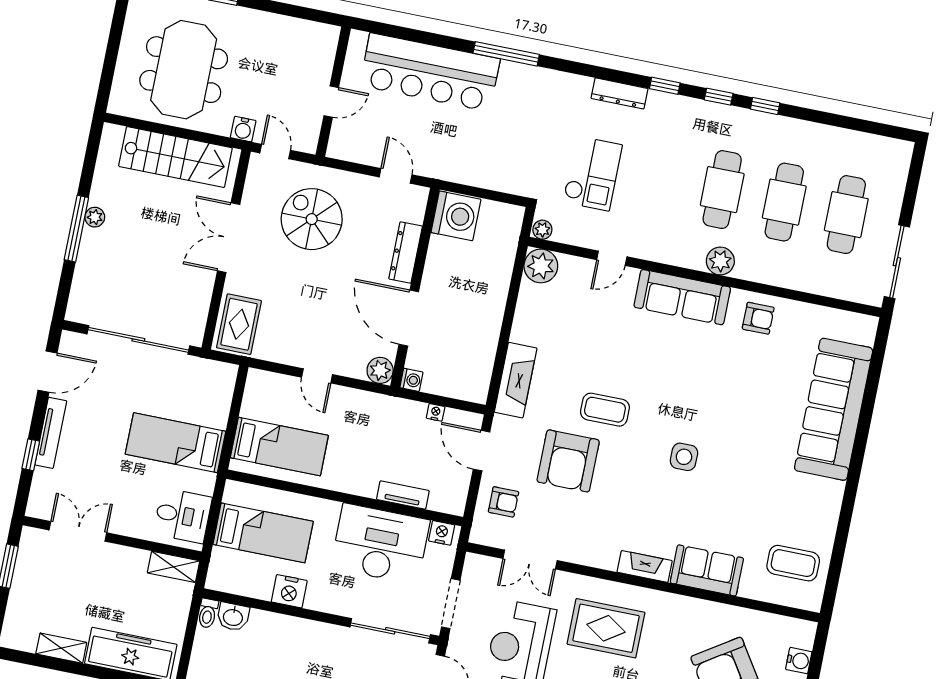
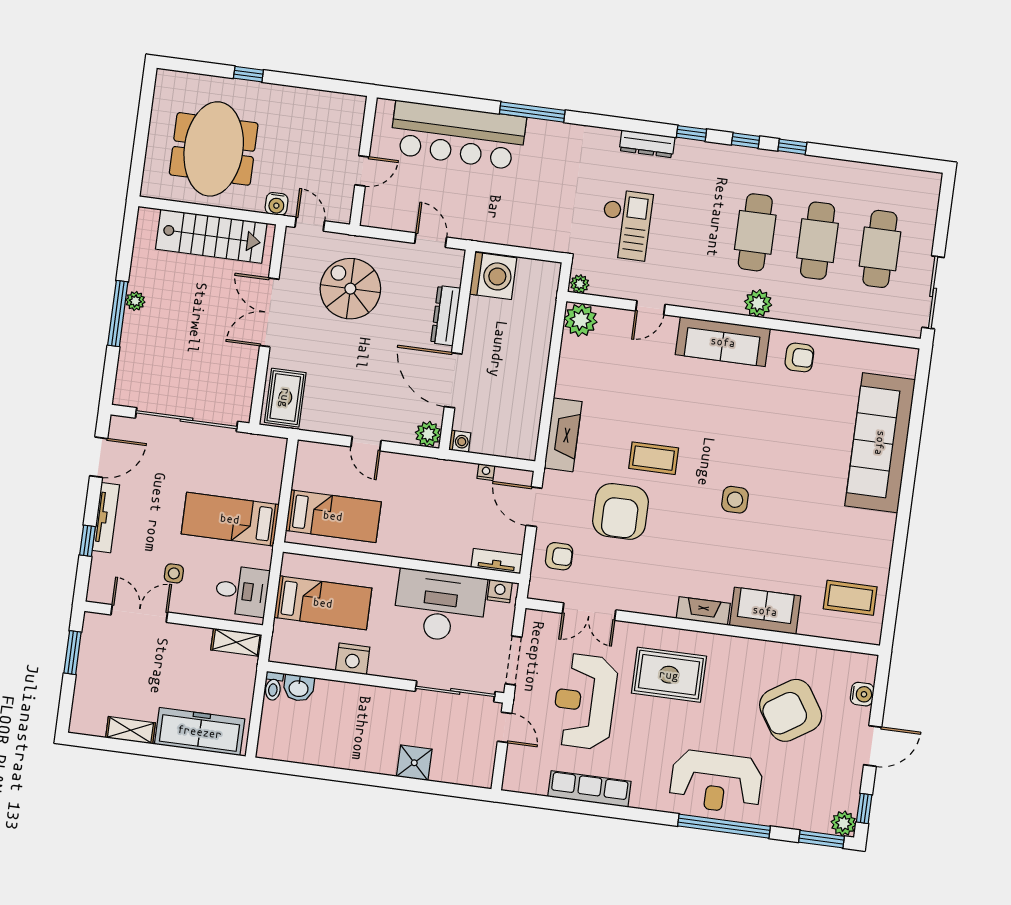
side table: (115, 493) -> (174, 573), added
tv unit: (403, 495) -> (497, 561), moved

